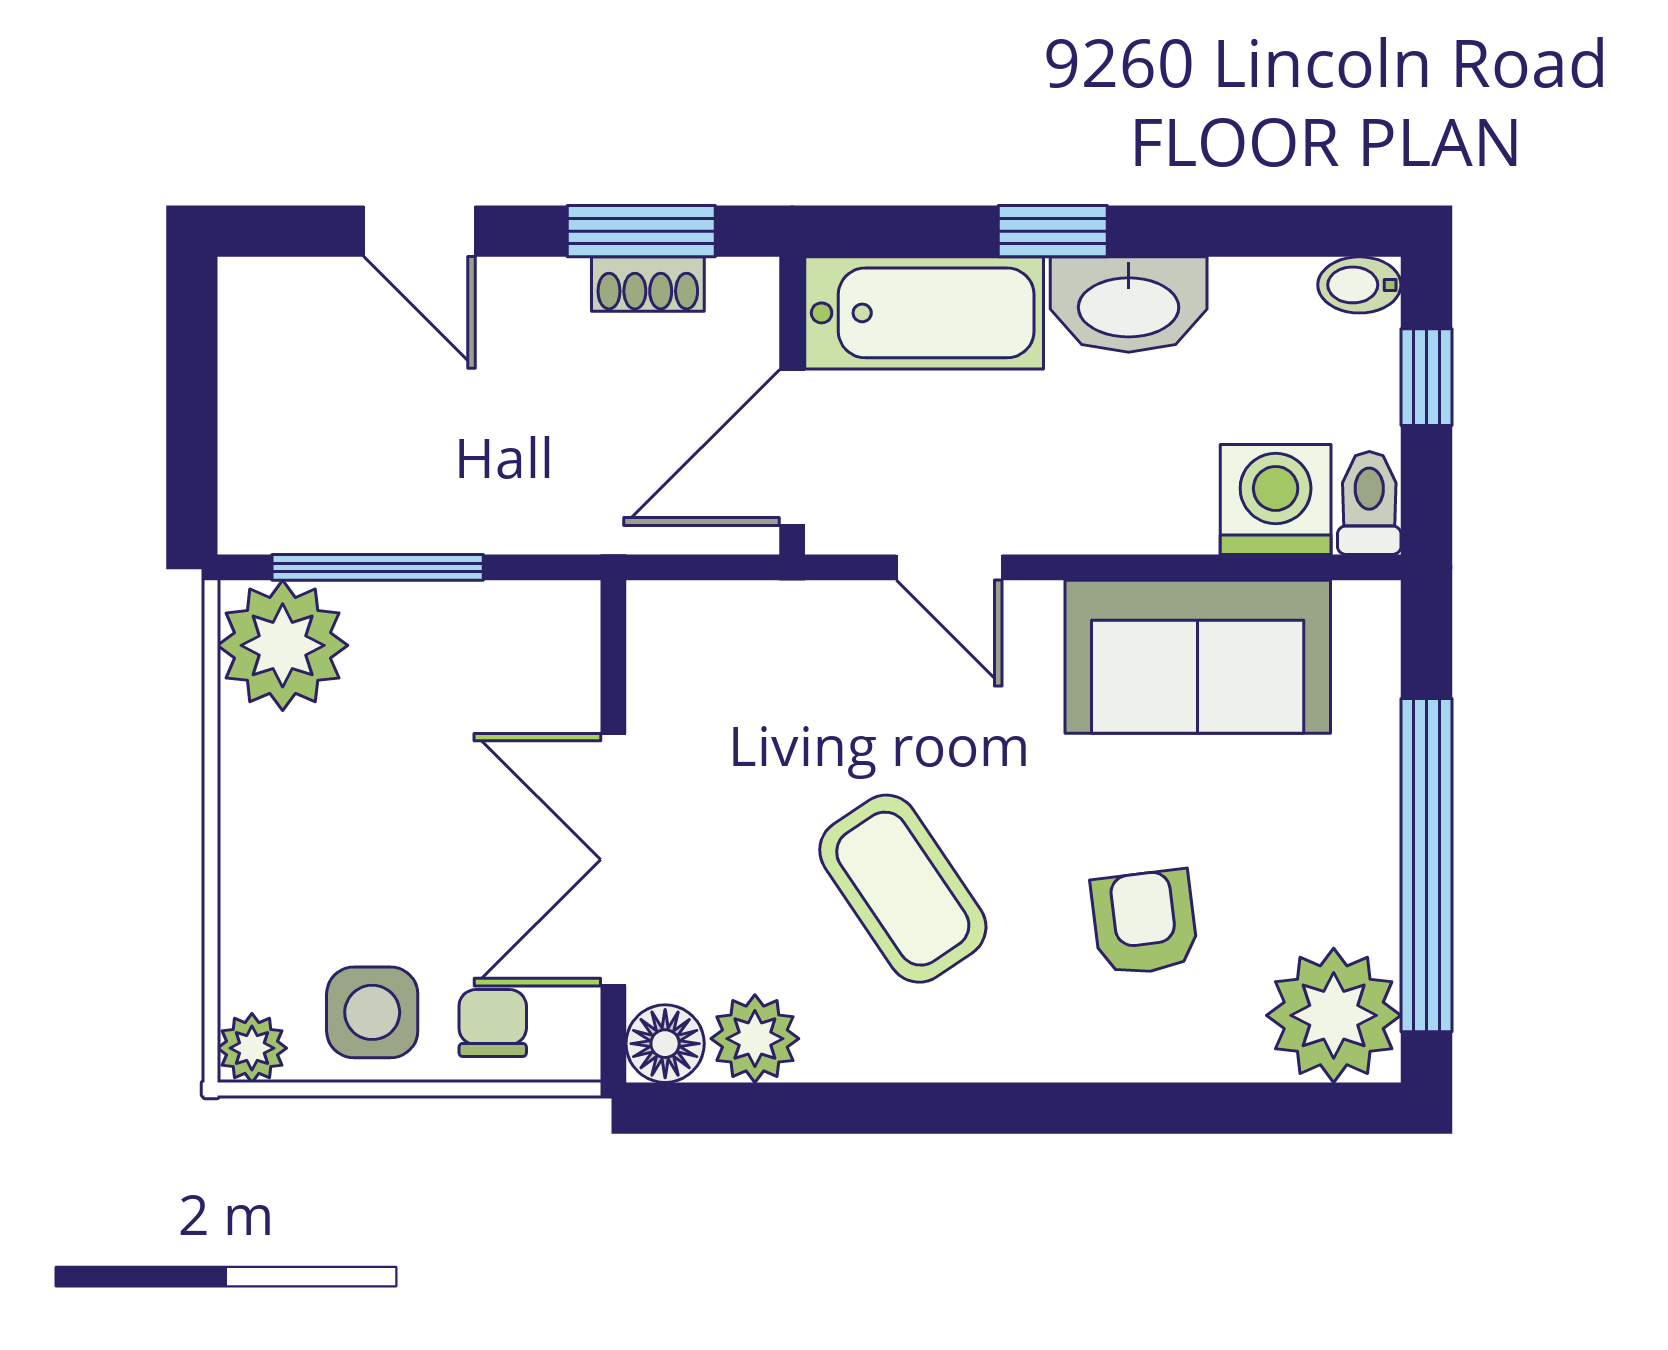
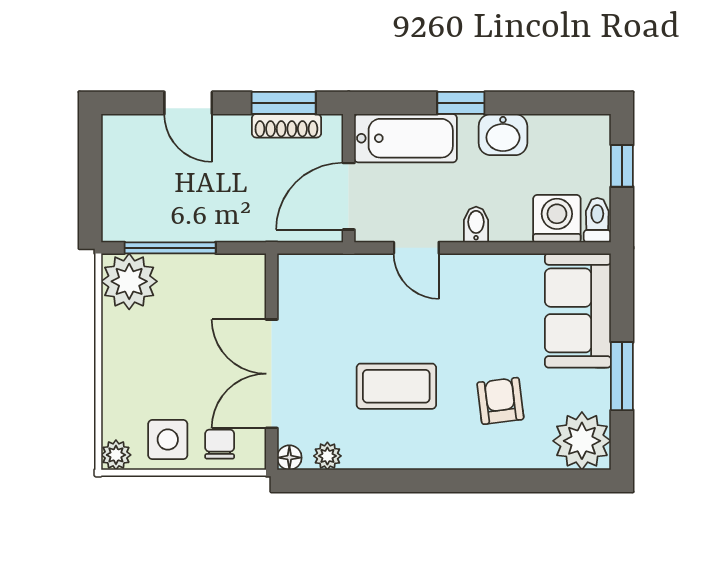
shoe rack: (648, 284) -> (286, 126), width x1.43
bidet: (1359, 285) -> (476, 224), moved, turned 90
washbasin: (1129, 304) -> (503, 135), width x0.72
sofa: (1198, 657) -> (578, 310), moved, turned 90
window: (1426, 865) -> (622, 376), width x0.47
coffee table: (903, 889) -> (396, 386), turned -56
plant: (755, 1039) -> (327, 456), width x0.73, depth x0.73
floor lamp: (665, 1044) -> (289, 458), width x0.73, depth x0.73

